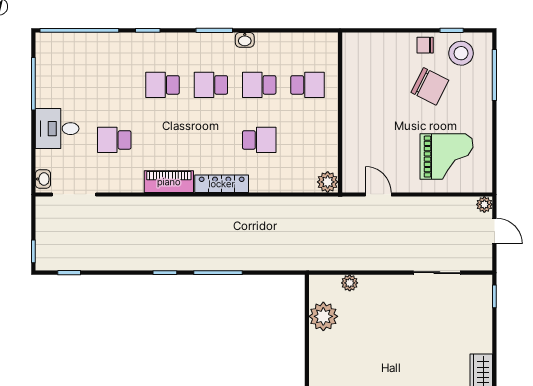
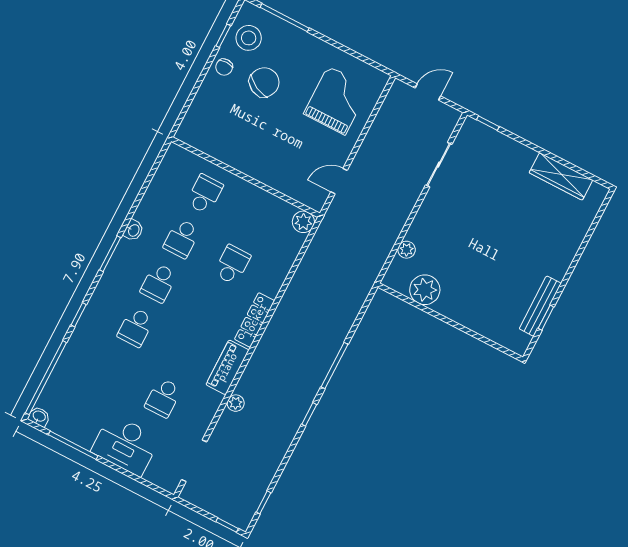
desk: (57, 129) -> (126, 445), width x1.37
washbasin: (43, 179) -> (39, 417), moved
plant: (484, 204) -> (236, 403), moved

